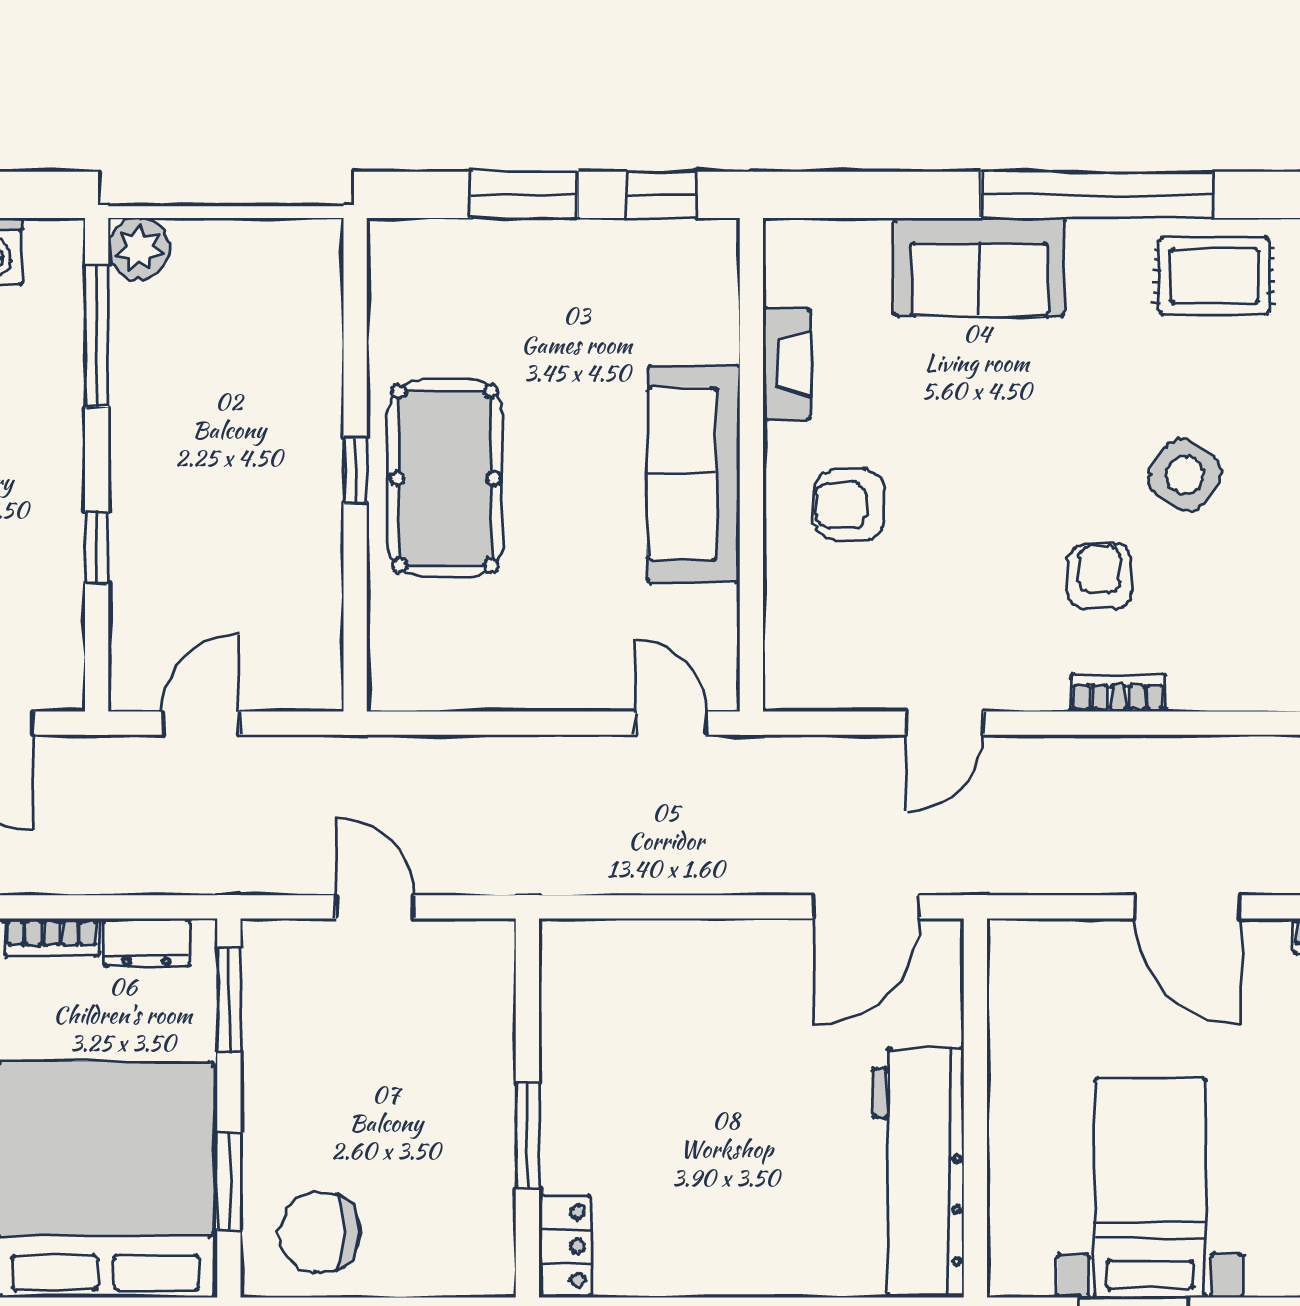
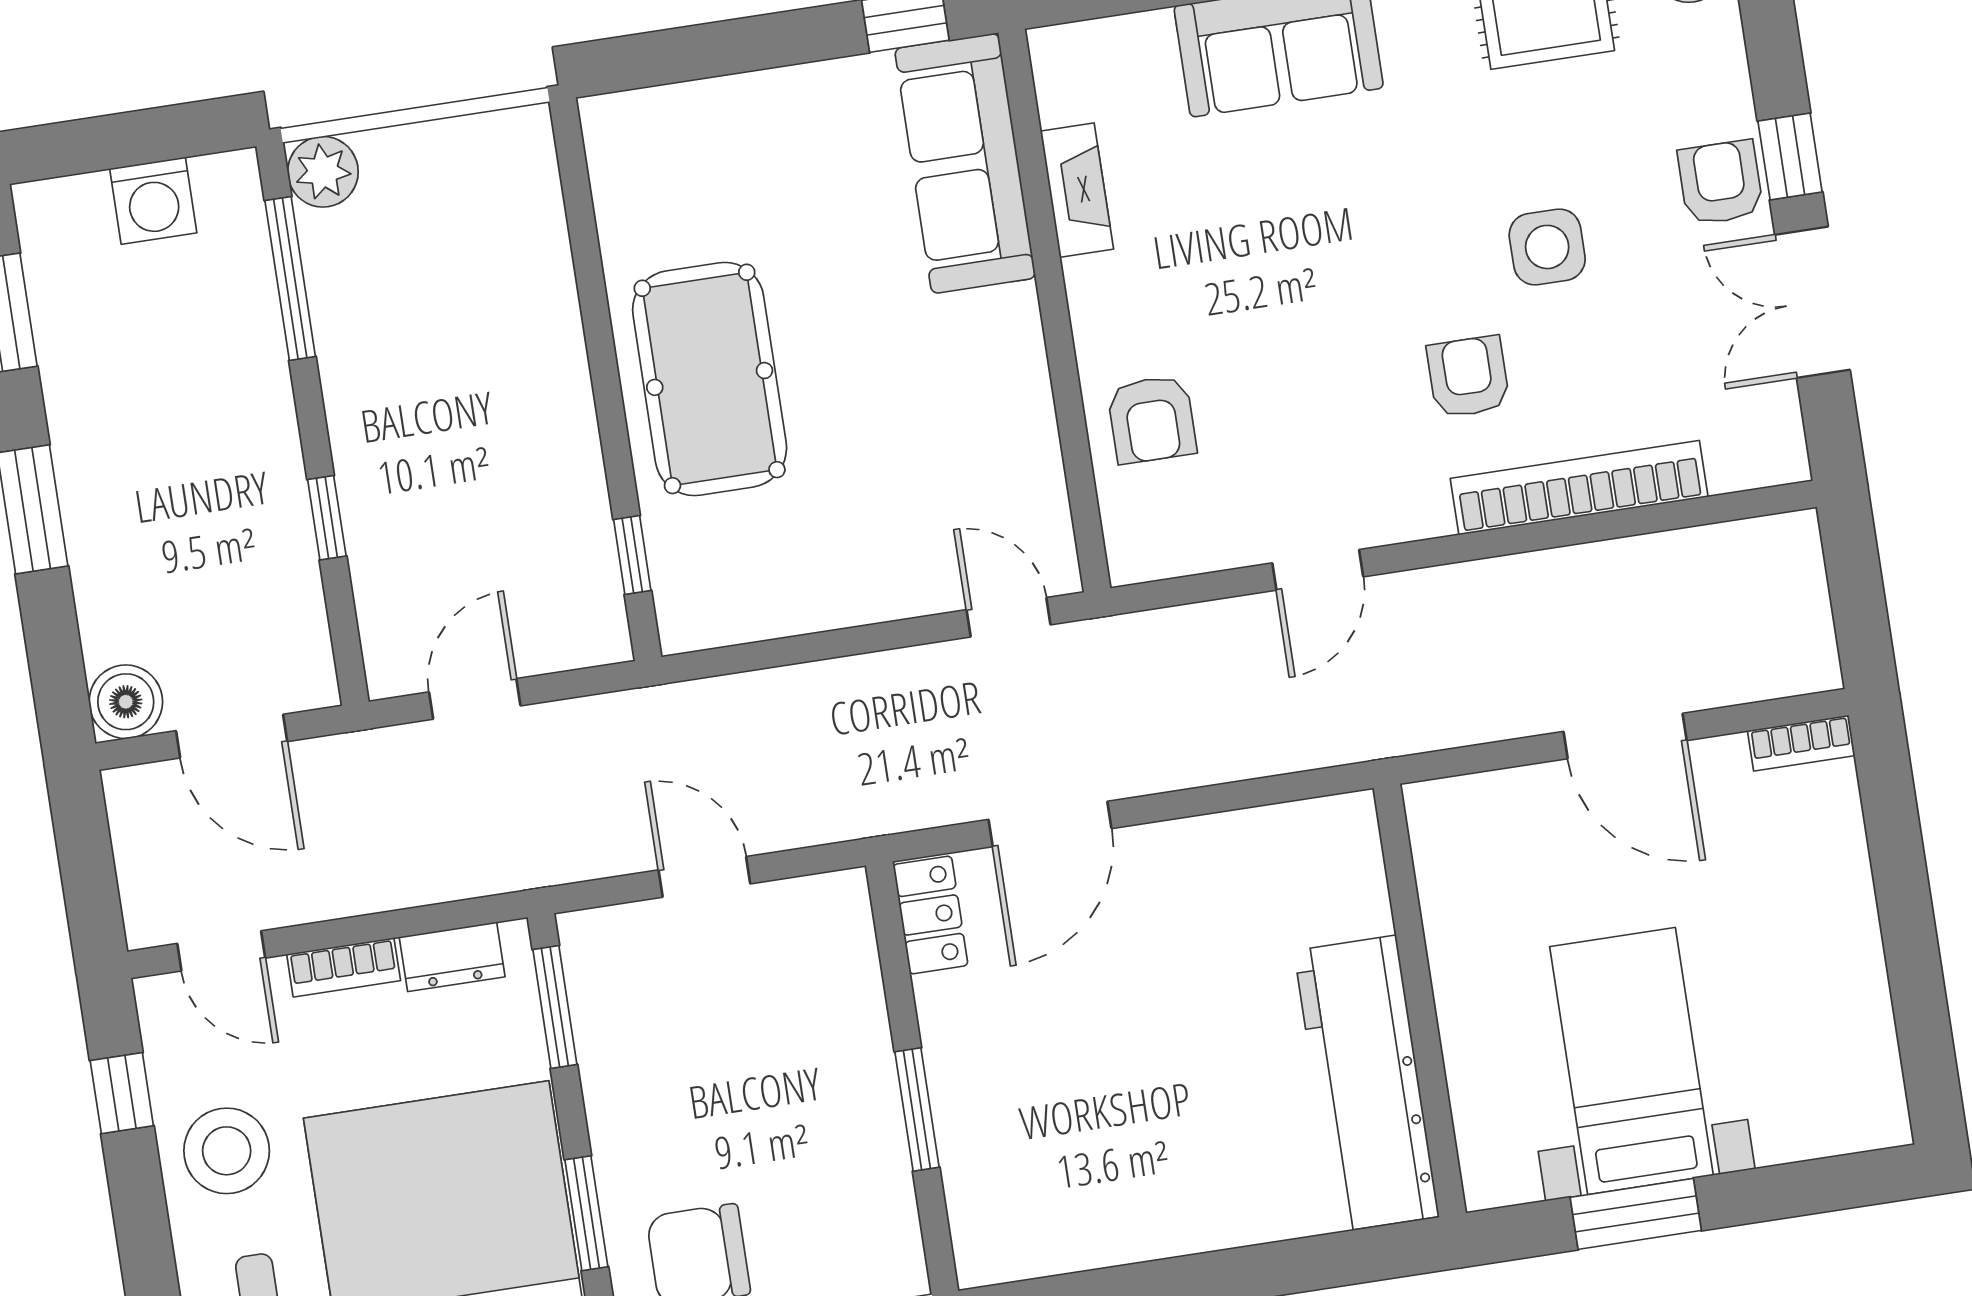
window: (524, 195) -> (750, 44), removed
window: (355, 470) -> (632, 555), moved
sofa: (694, 474) -> (965, 163), moved
side table: (1185, 475) -> (1547, 247), turned -33
armchair: (849, 505) -> (1152, 419), moved, turned -90
bookcase: (1118, 693) -> (1579, 488), width x2.31, depth x1.31
door: (867, 907) -> (1050, 824), moved
locker: (565, 1246) -> (930, 915), moved

